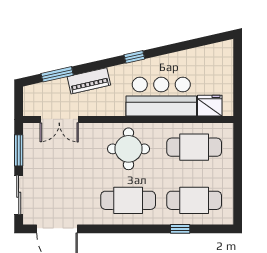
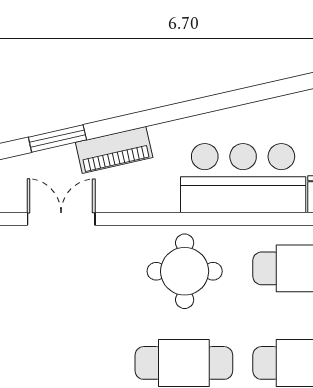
window: (134, 57) -> (195, 107), removed
double door: (59, 119) -> (61, 219), swing flipped

